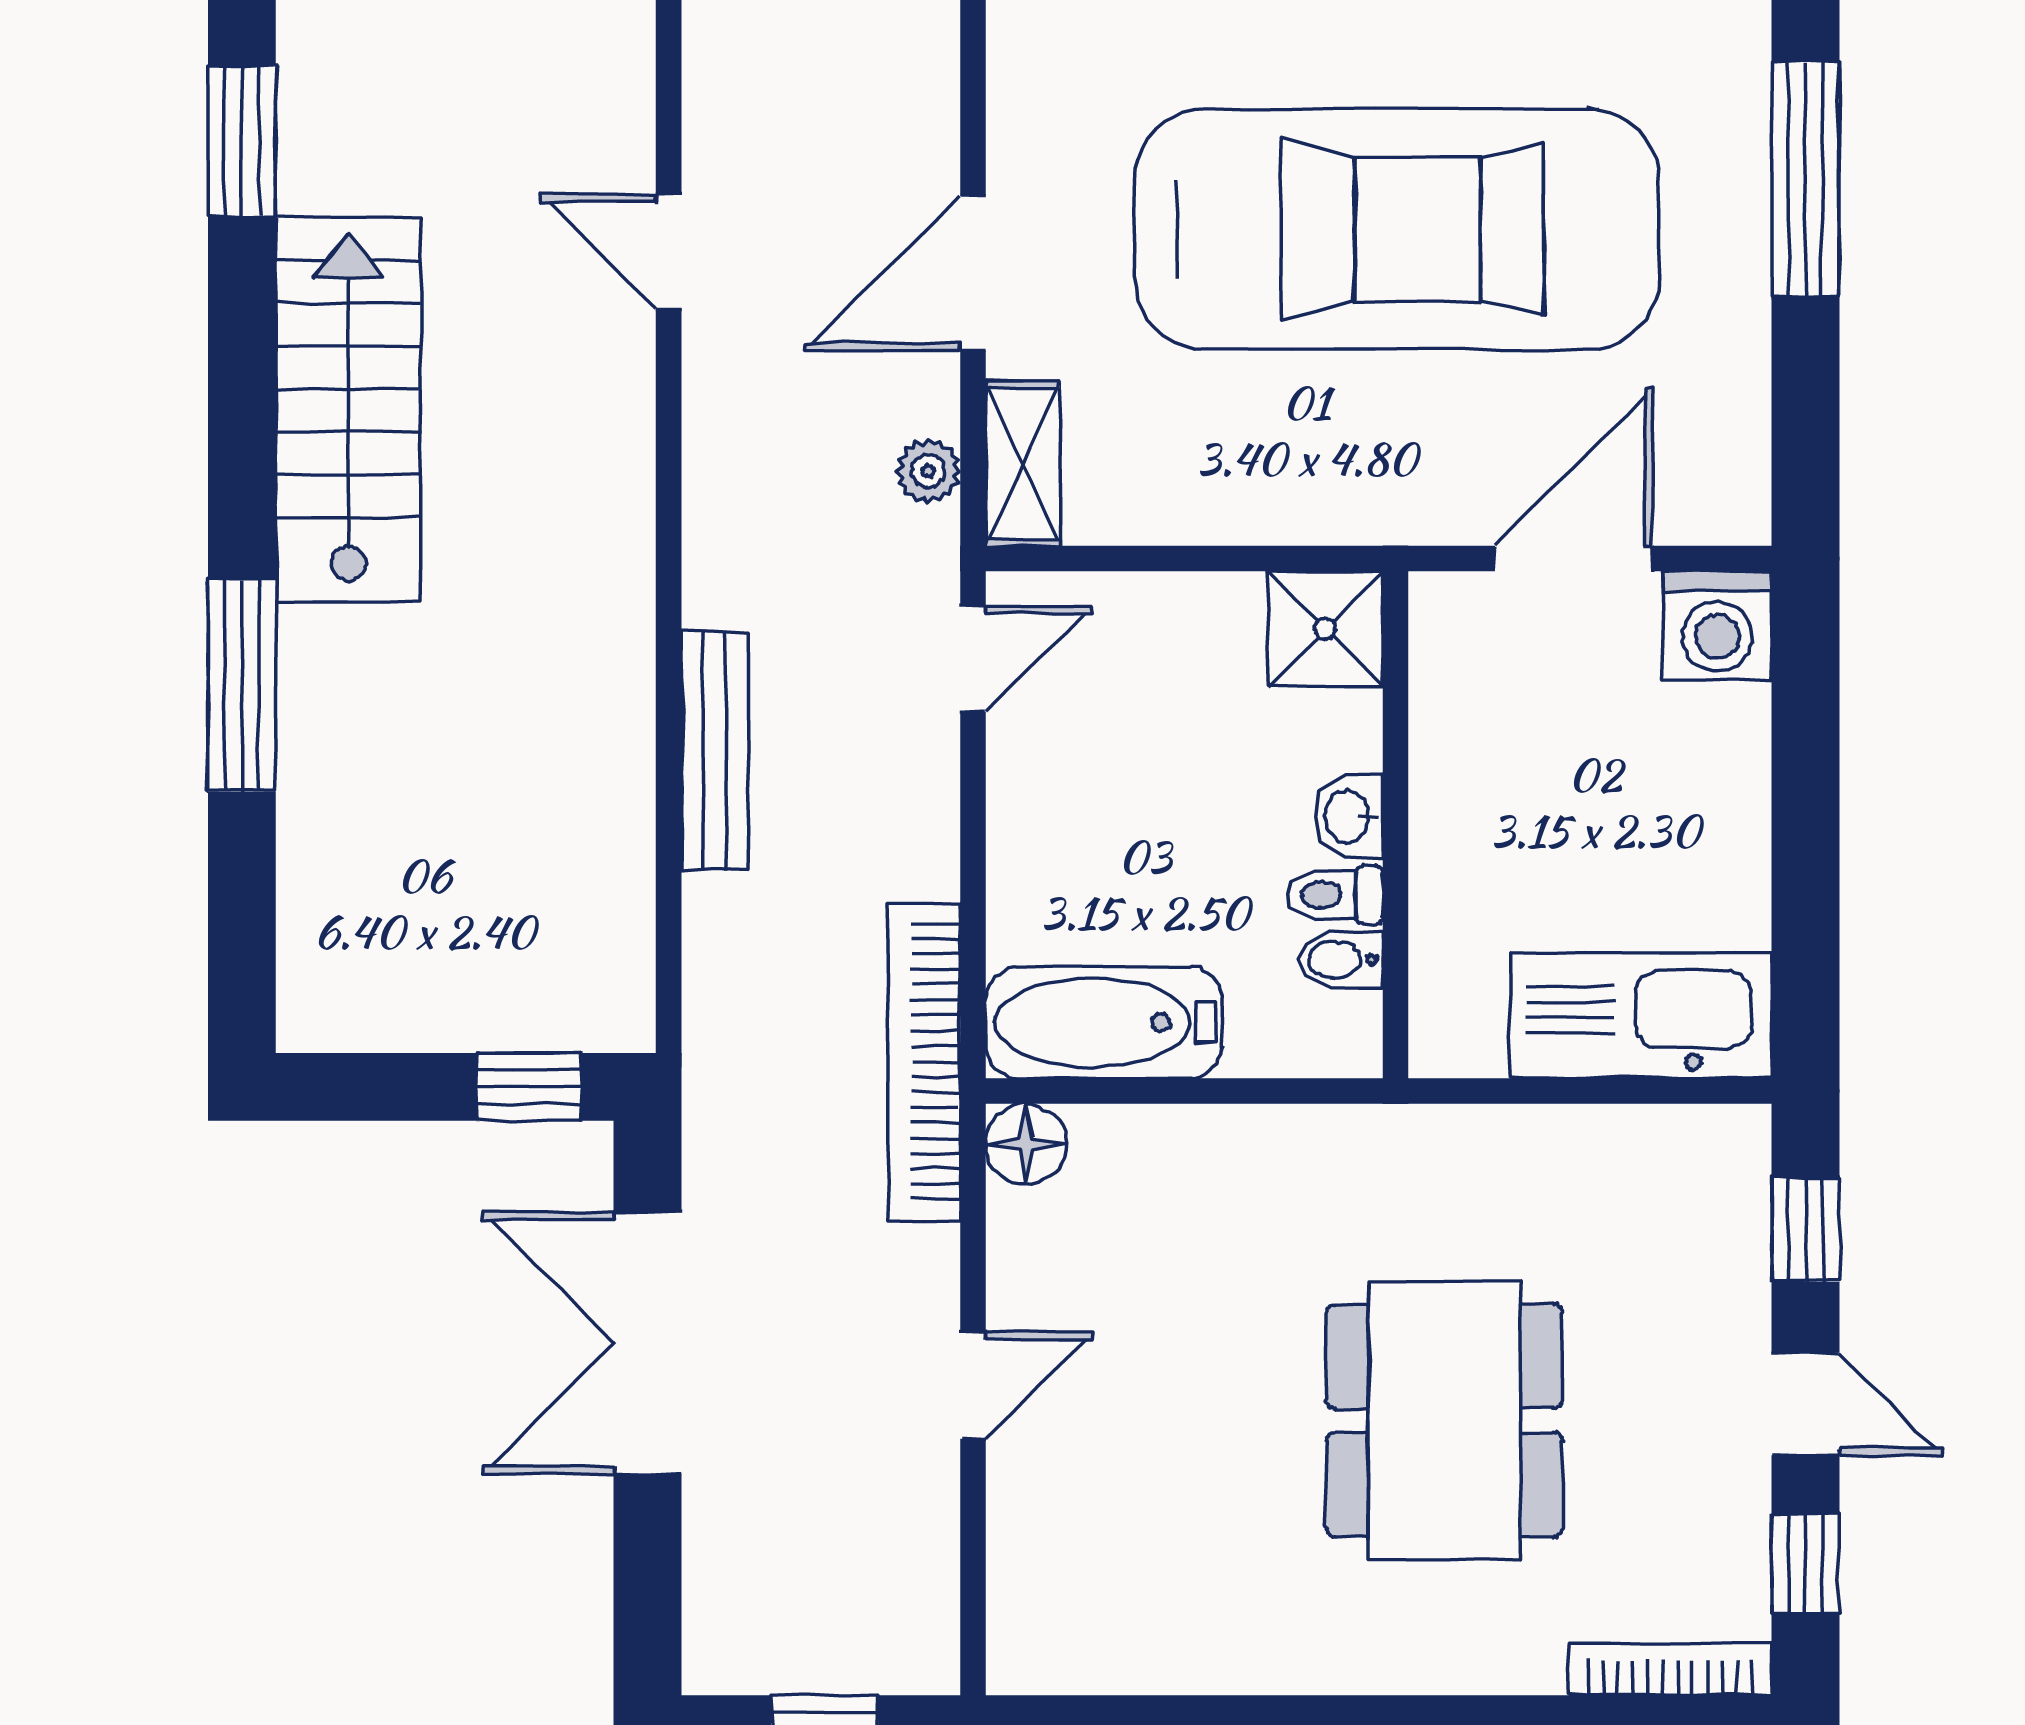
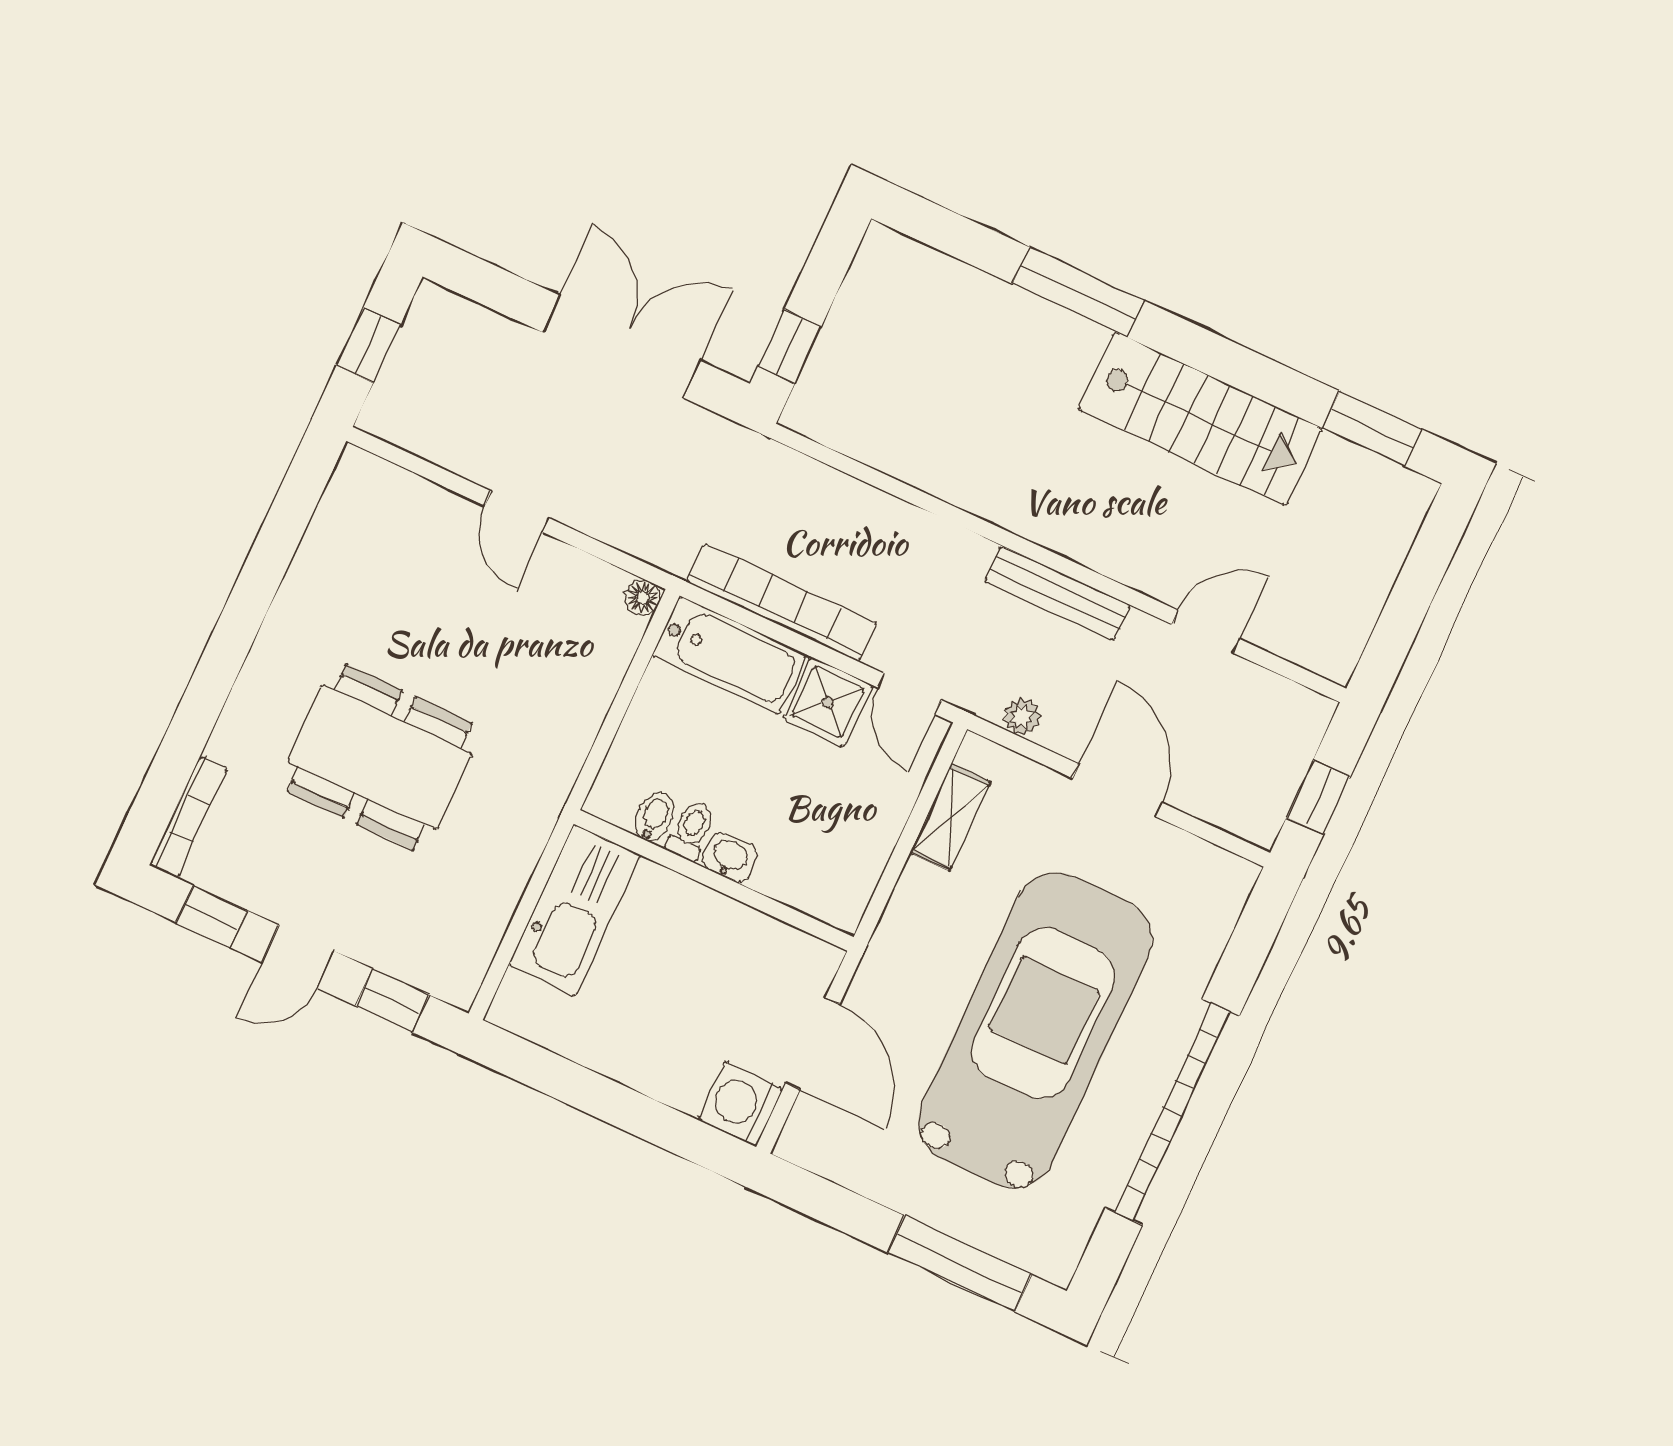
car: (1397, 229) -> (1035, 1030), turned 180
shelving: (1023, 464) -> (950, 817), moved, turned 90
shower: (1325, 629) -> (828, 702), moved
bench: (715, 751) -> (1057, 593), moved
kitchen sink: (1641, 1016) -> (575, 910), moved
bathtub: (1104, 1023) -> (729, 655), moved, turned 90
bookcase: (924, 1062) -> (782, 603), moved
floor lamp: (1026, 1144) -> (643, 598), width x0.73, depth x0.73

